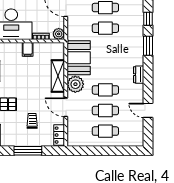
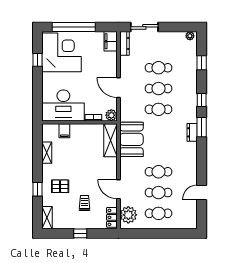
filing cabinet: (28, 49) -> (64, 131), moved
dresser: (139, 75) -> (192, 132), moved
shelving: (58, 76) -> (111, 140), moved
plant: (75, 84) -> (128, 215), moved
door: (148, 110) -> (202, 192), hinge flipped
window: (28, 151) -> (80, 233), width x0.46

